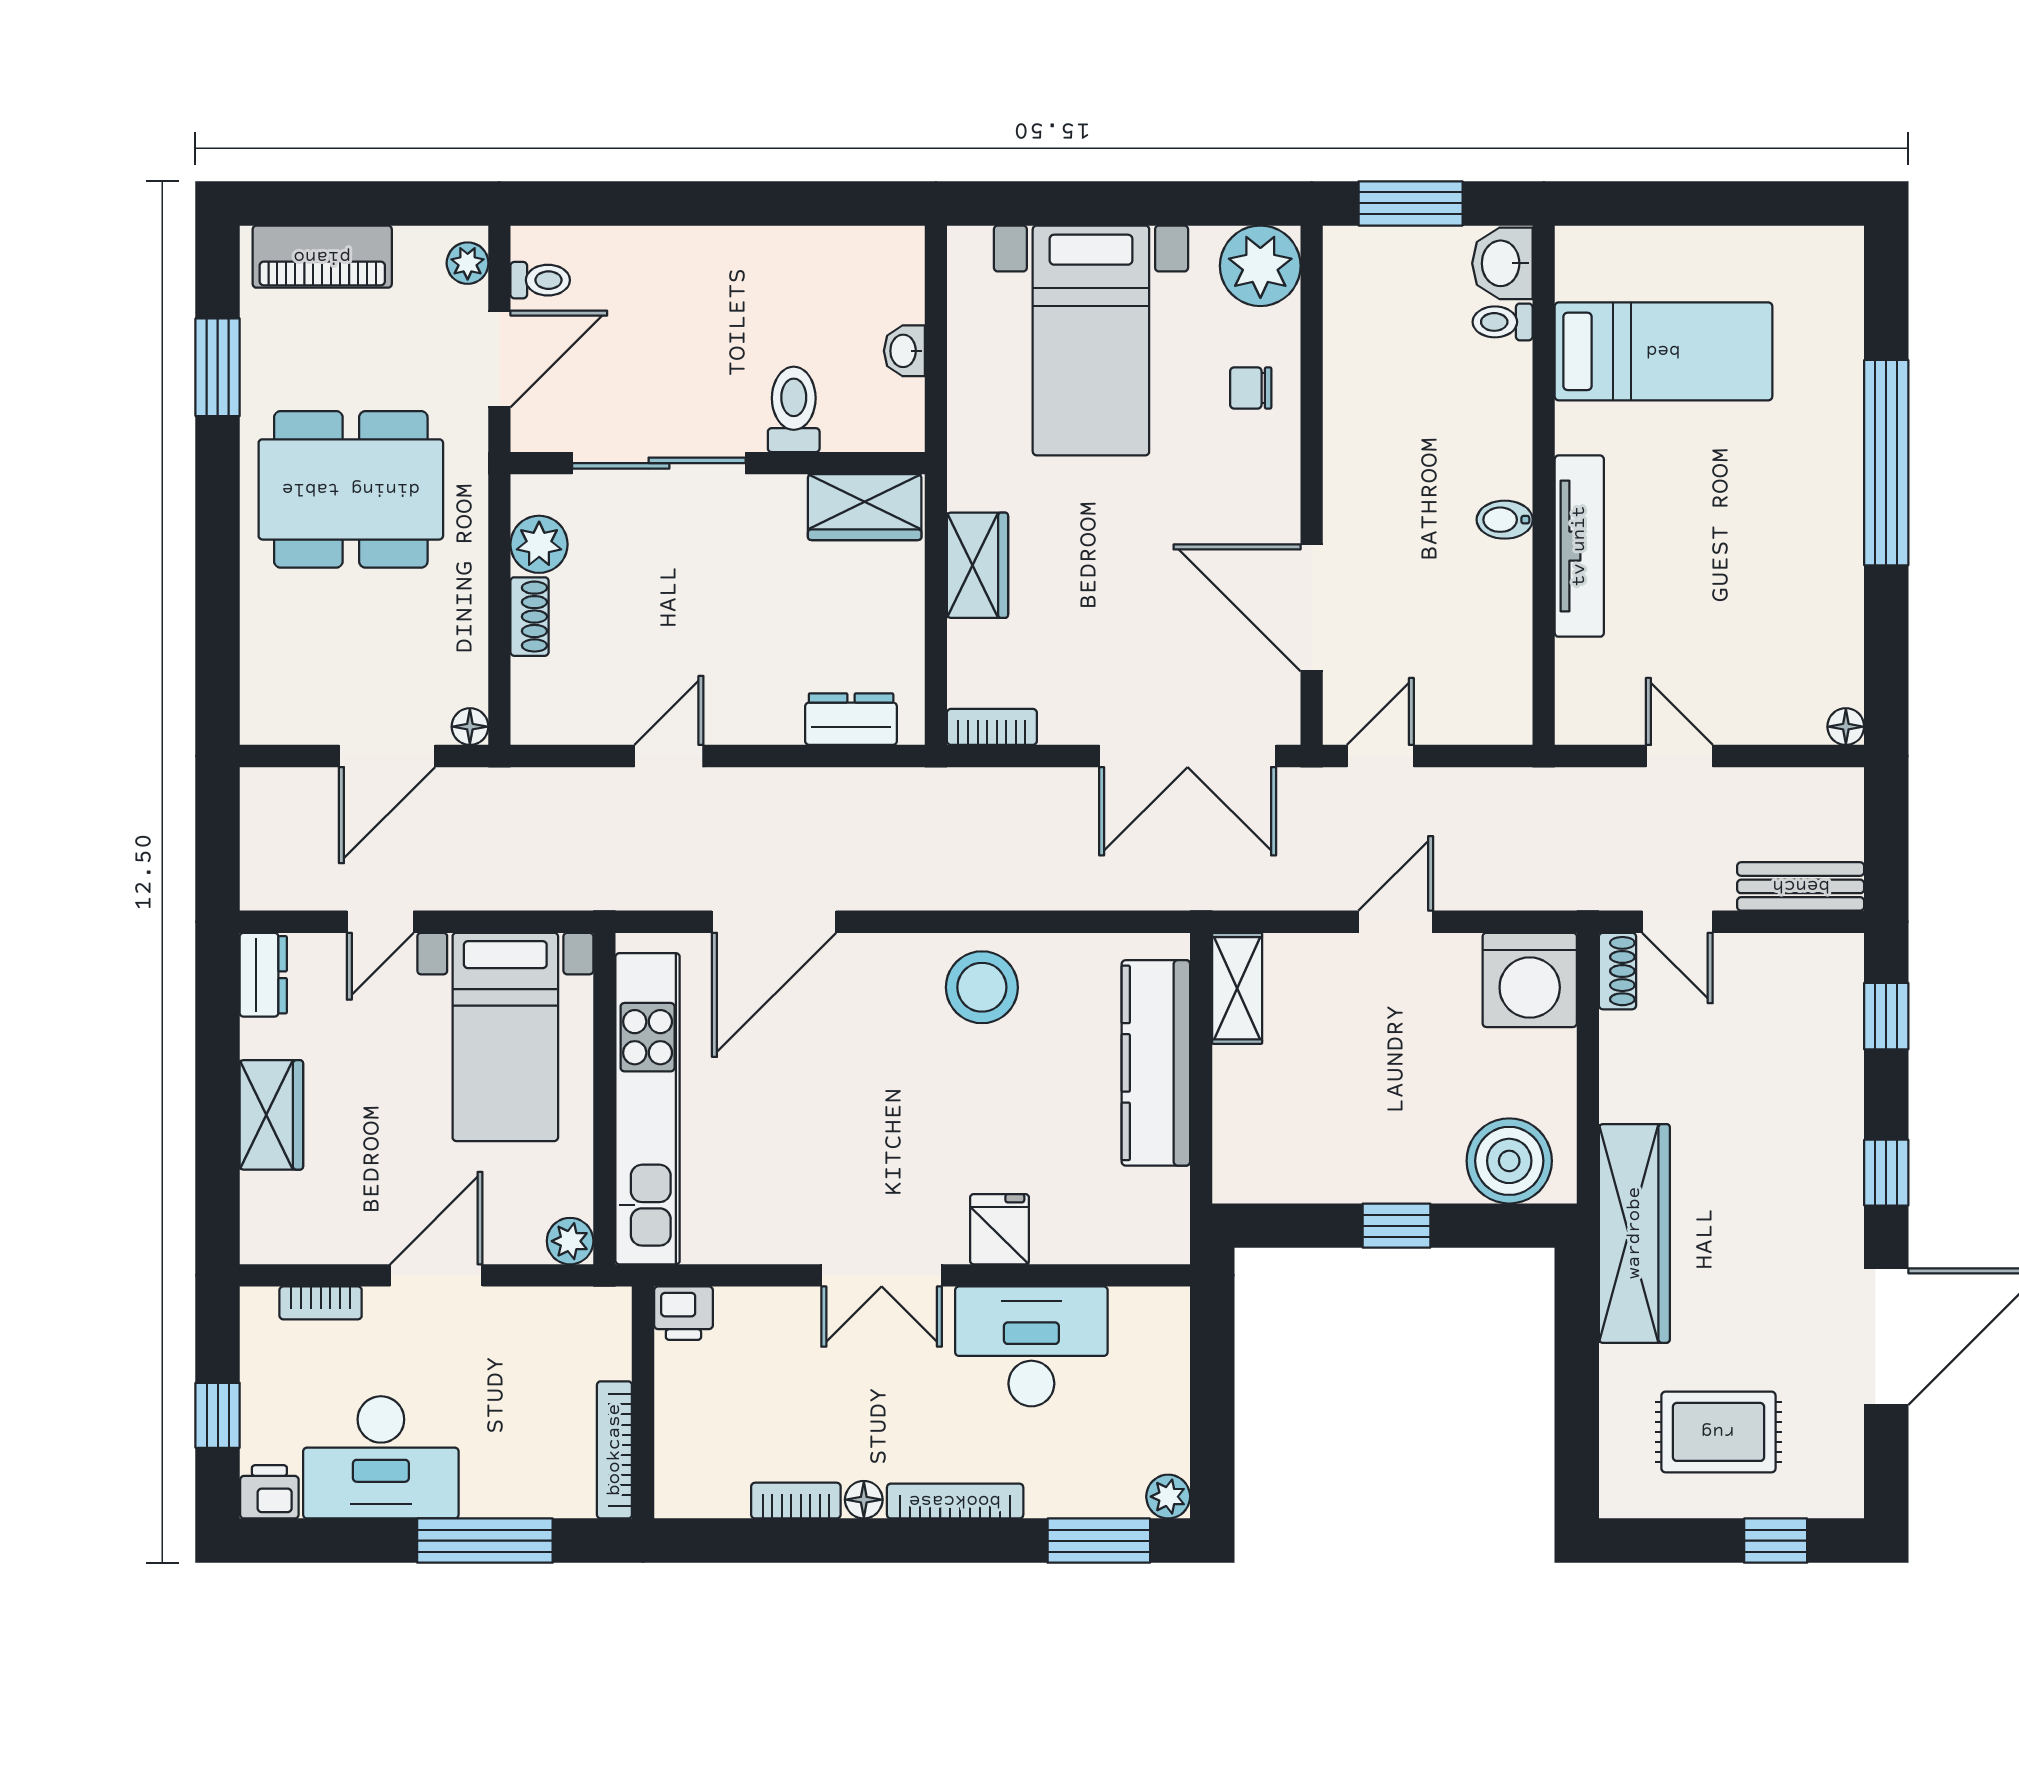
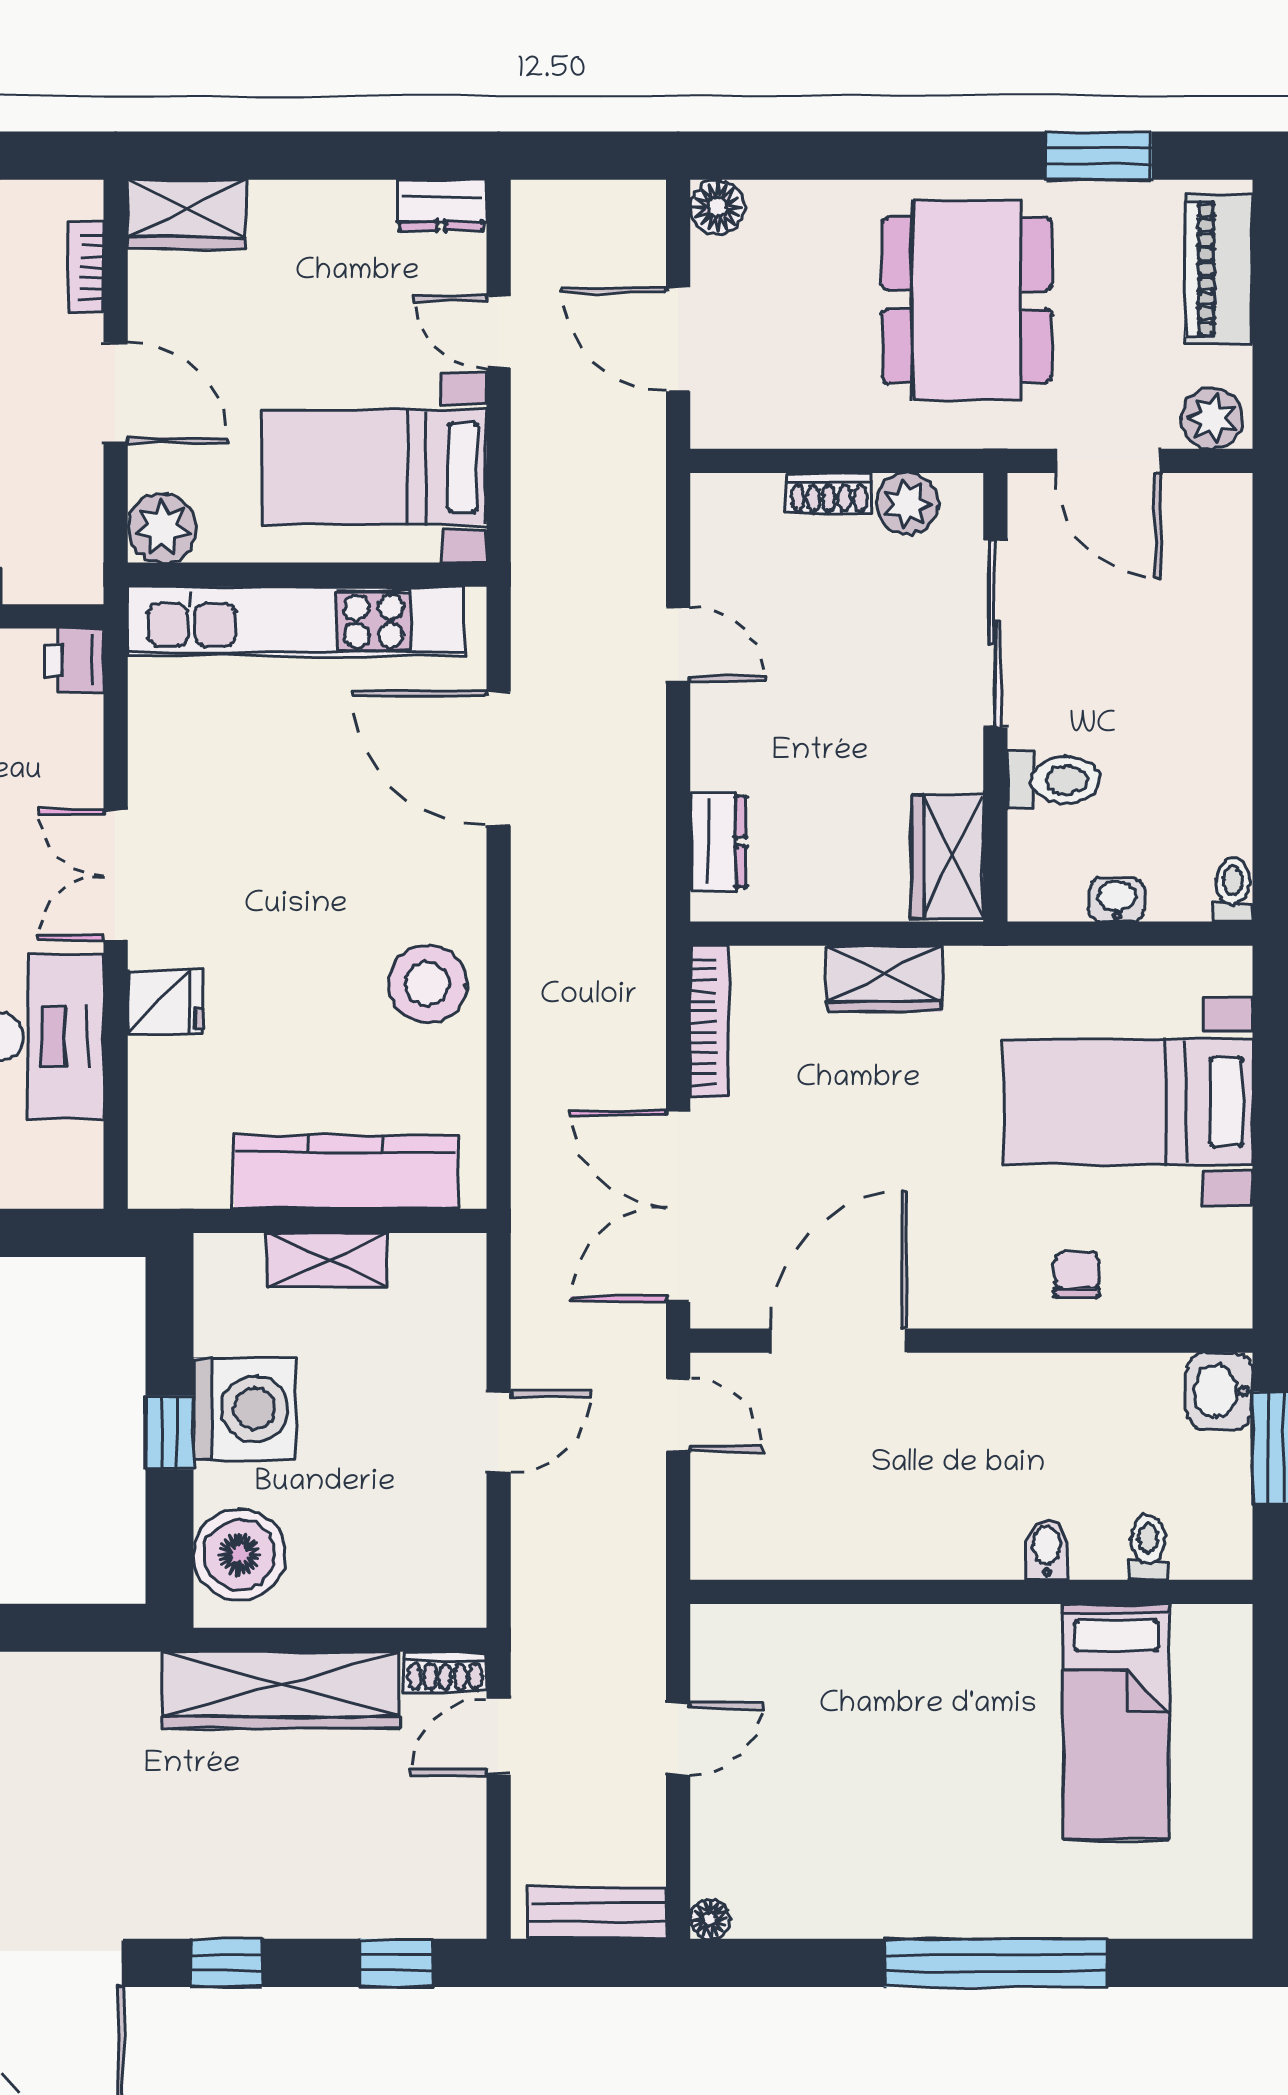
plant: (468, 263) -> (1212, 418), width x1.38, depth x1.38
washbasin: (1502, 263) -> (1220, 1391), moved, turned -90
plant: (1260, 266) -> (1209, 1285), removed
toilet: (540, 280) -> (1233, 889), moved, turned 180
bidet: (1505, 520) -> (1047, 1550), moved
tv unit: (1579, 546) -> (906, 1630), removed
floor lamp: (470, 727) -> (717, 207), moved, width x1.37, depth x1.37
bookcase: (992, 727) -> (710, 1022), width x1.56
bench: (1801, 886) -> (597, 1913), moved, turned 90
door: (1396, 922) -> (499, 1432), hinge flipped
washing machine: (1530, 980) -> (244, 1409), moved, turned 180
shelving: (1237, 988) -> (327, 1260), moved
wardrobe: (271, 1115) -> (187, 214), moved
wardrobe: (1634, 1233) -> (281, 1690), moved
plant: (570, 1241) -> (162, 528), width x1.38, depth x1.38

